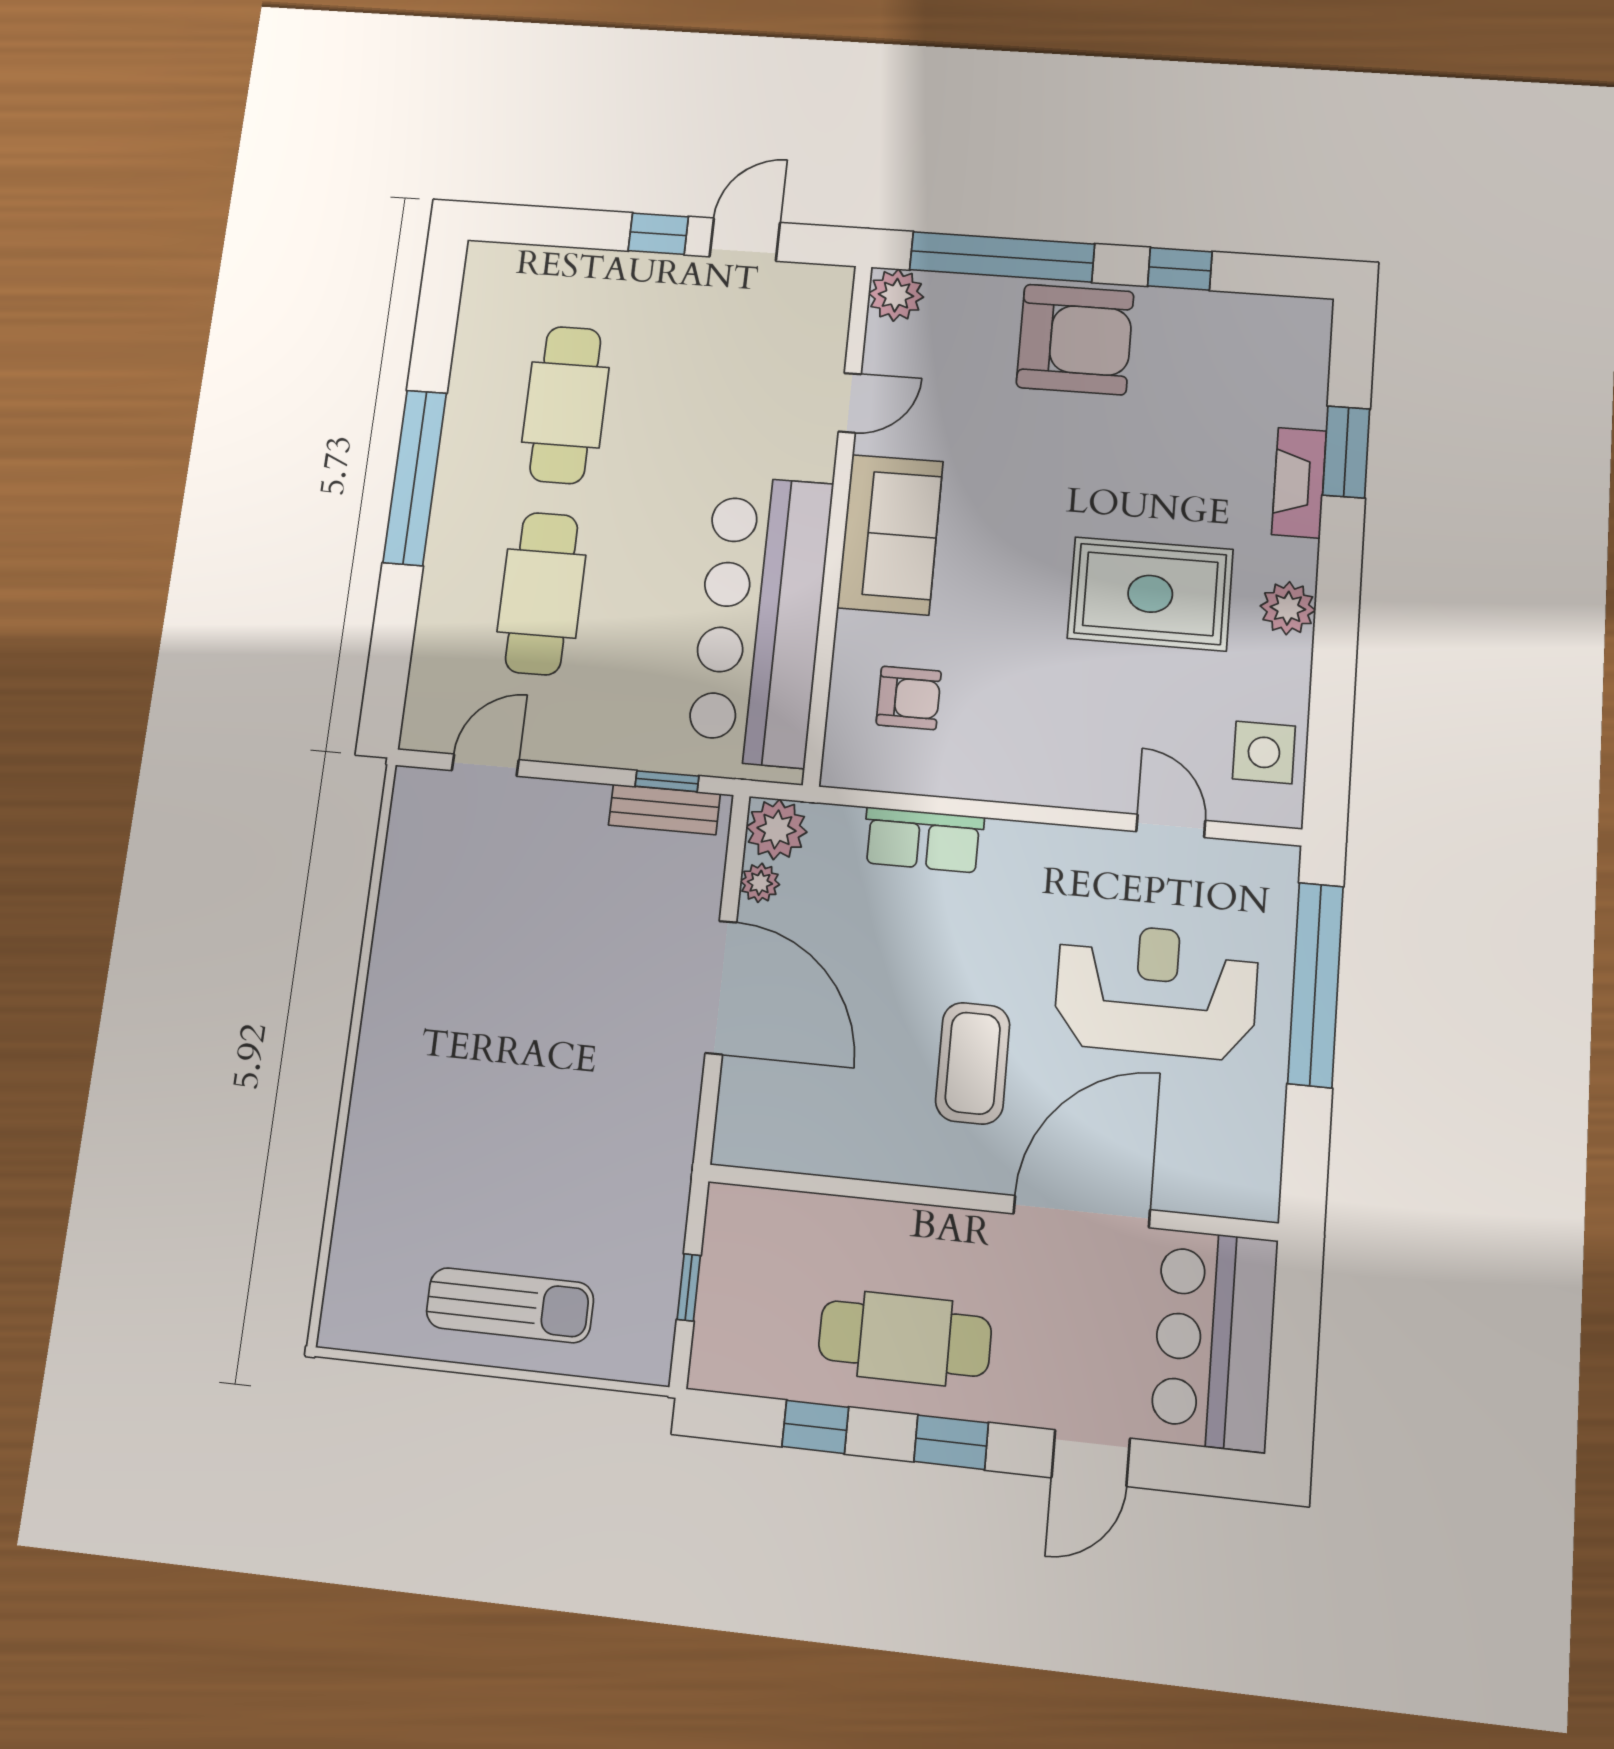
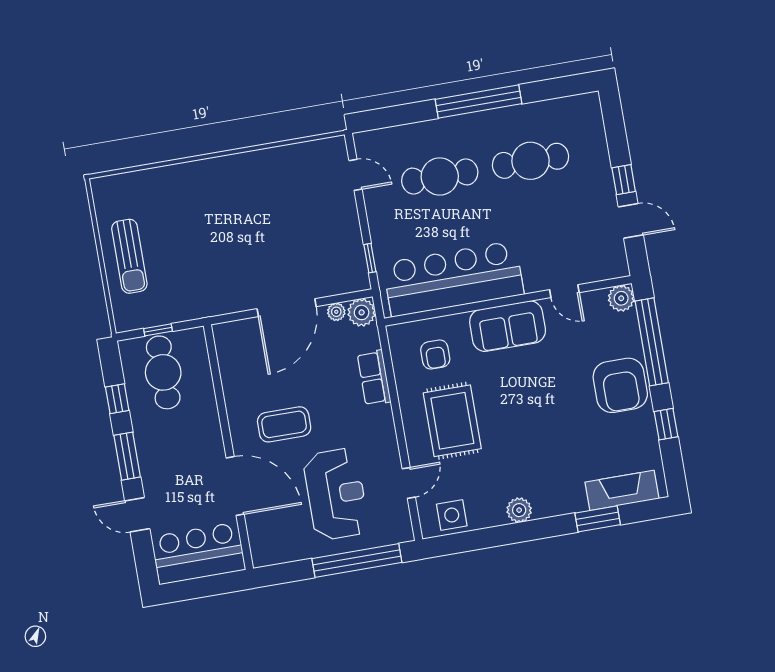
fireplace: (1299, 483) -> (622, 490), moved, width x1.37, depth x1.32
rug: (1150, 594) -> (452, 421), moved
bench: (664, 809) -> (357, 261), removed
cafe table: (905, 1338) -> (163, 372), moved
window: (951, 1442) -> (127, 456), width x1.50

